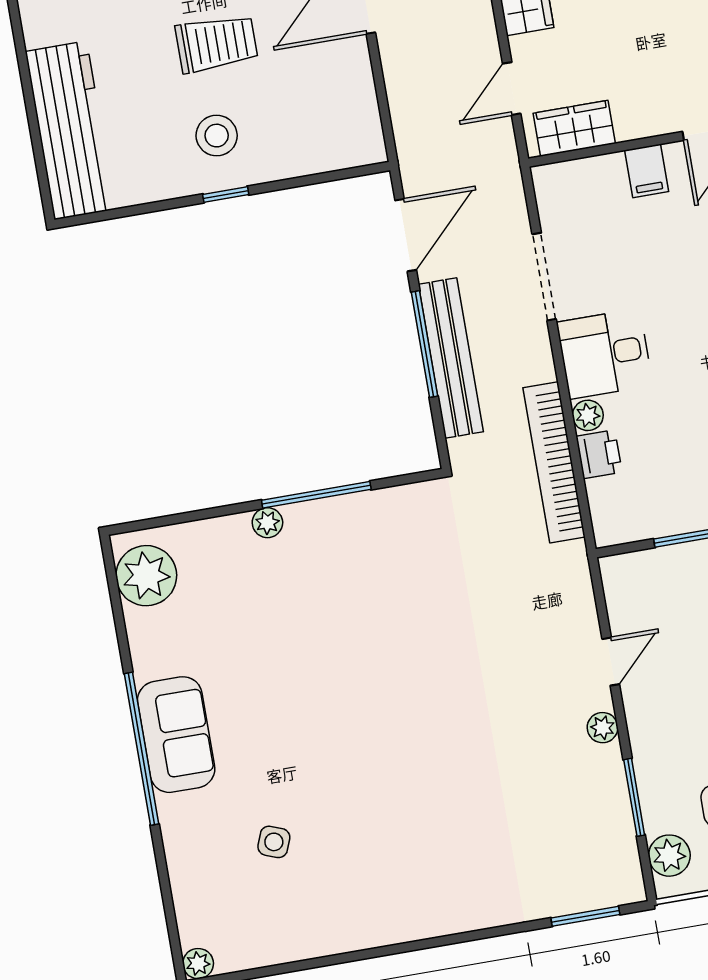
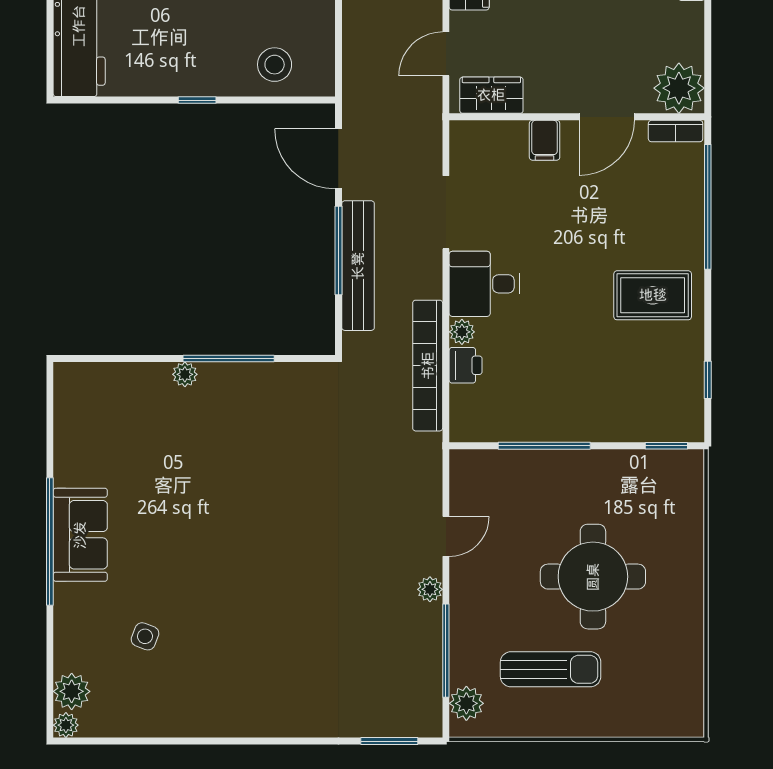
stool: (217, 136) -> (275, 65), moved
door: (406, 235) -> (338, 159), swing flipped
plant: (146, 576) -> (72, 691), moved, width x0.73, depth x0.73
window: (634, 797) -> (446, 651), width x1.44

